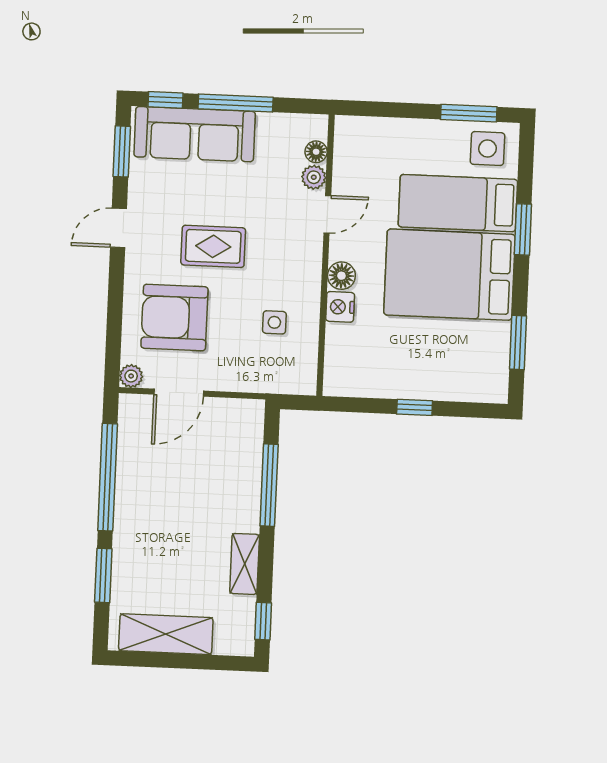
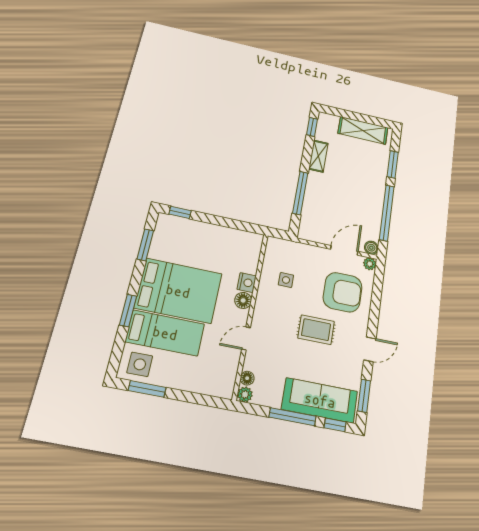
plant: (314, 177) -> (245, 394), moved
boiler: (131, 406) -> (371, 248), added
window: (415, 407) -> (180, 212), moved

